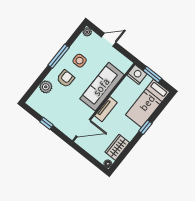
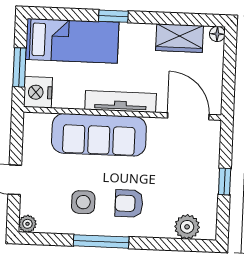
plant: (46, 87) -> (187, 227), moved
tv unit: (106, 109) -> (121, 102), width x1.41

